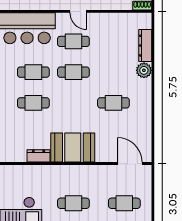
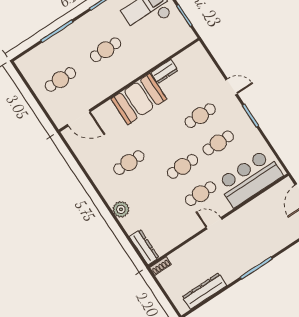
dresser: (145, 46) -> (144, 247), moved

